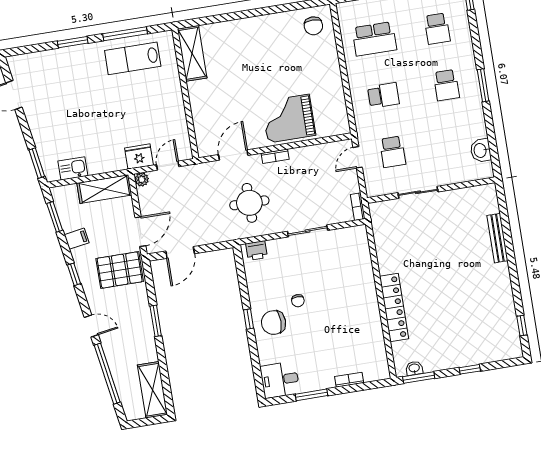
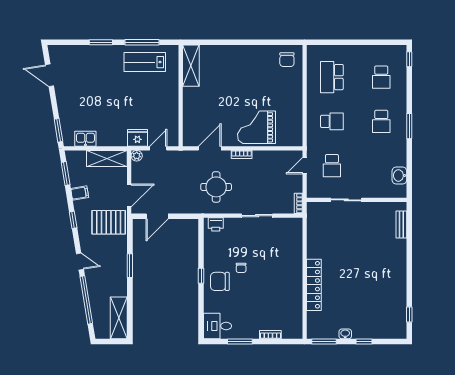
school desk: (374, 39) -> (332, 77), turned 90
bench: (497, 238) -> (401, 225), moved, width x0.73
washbasin: (414, 368) -> (345, 334), moved

